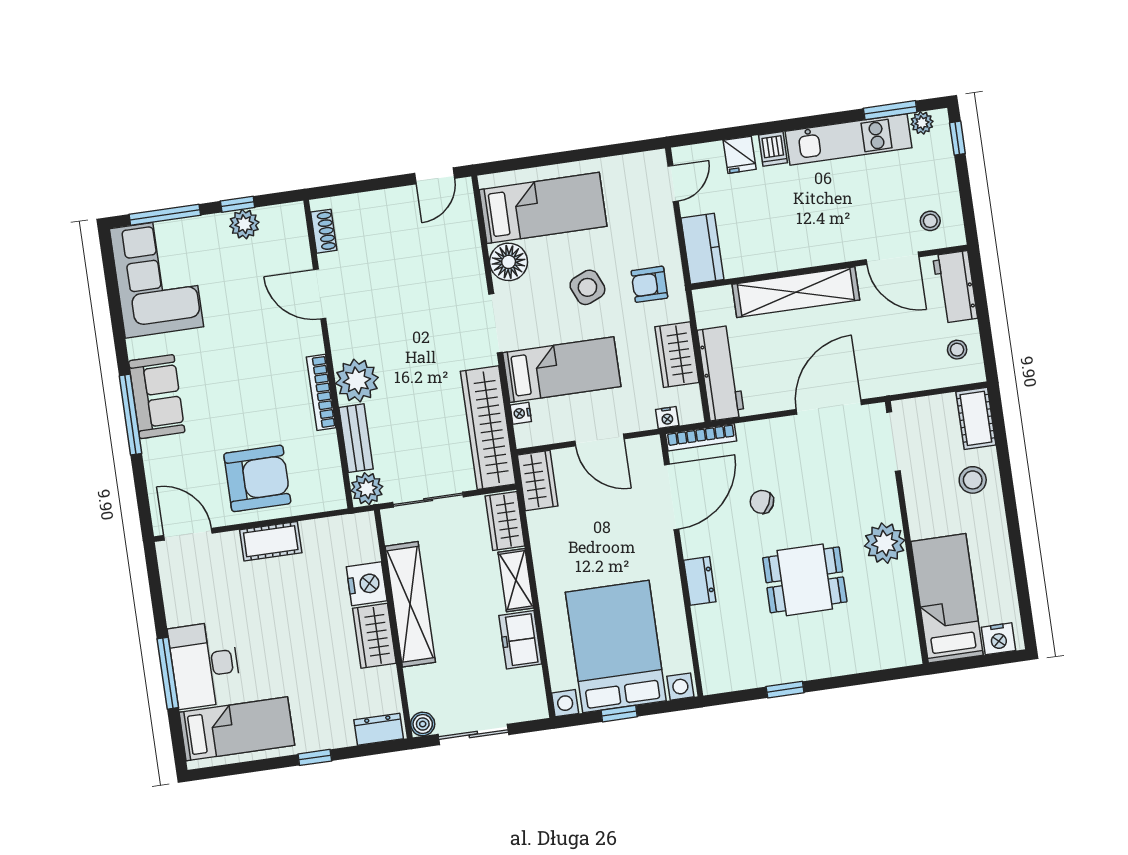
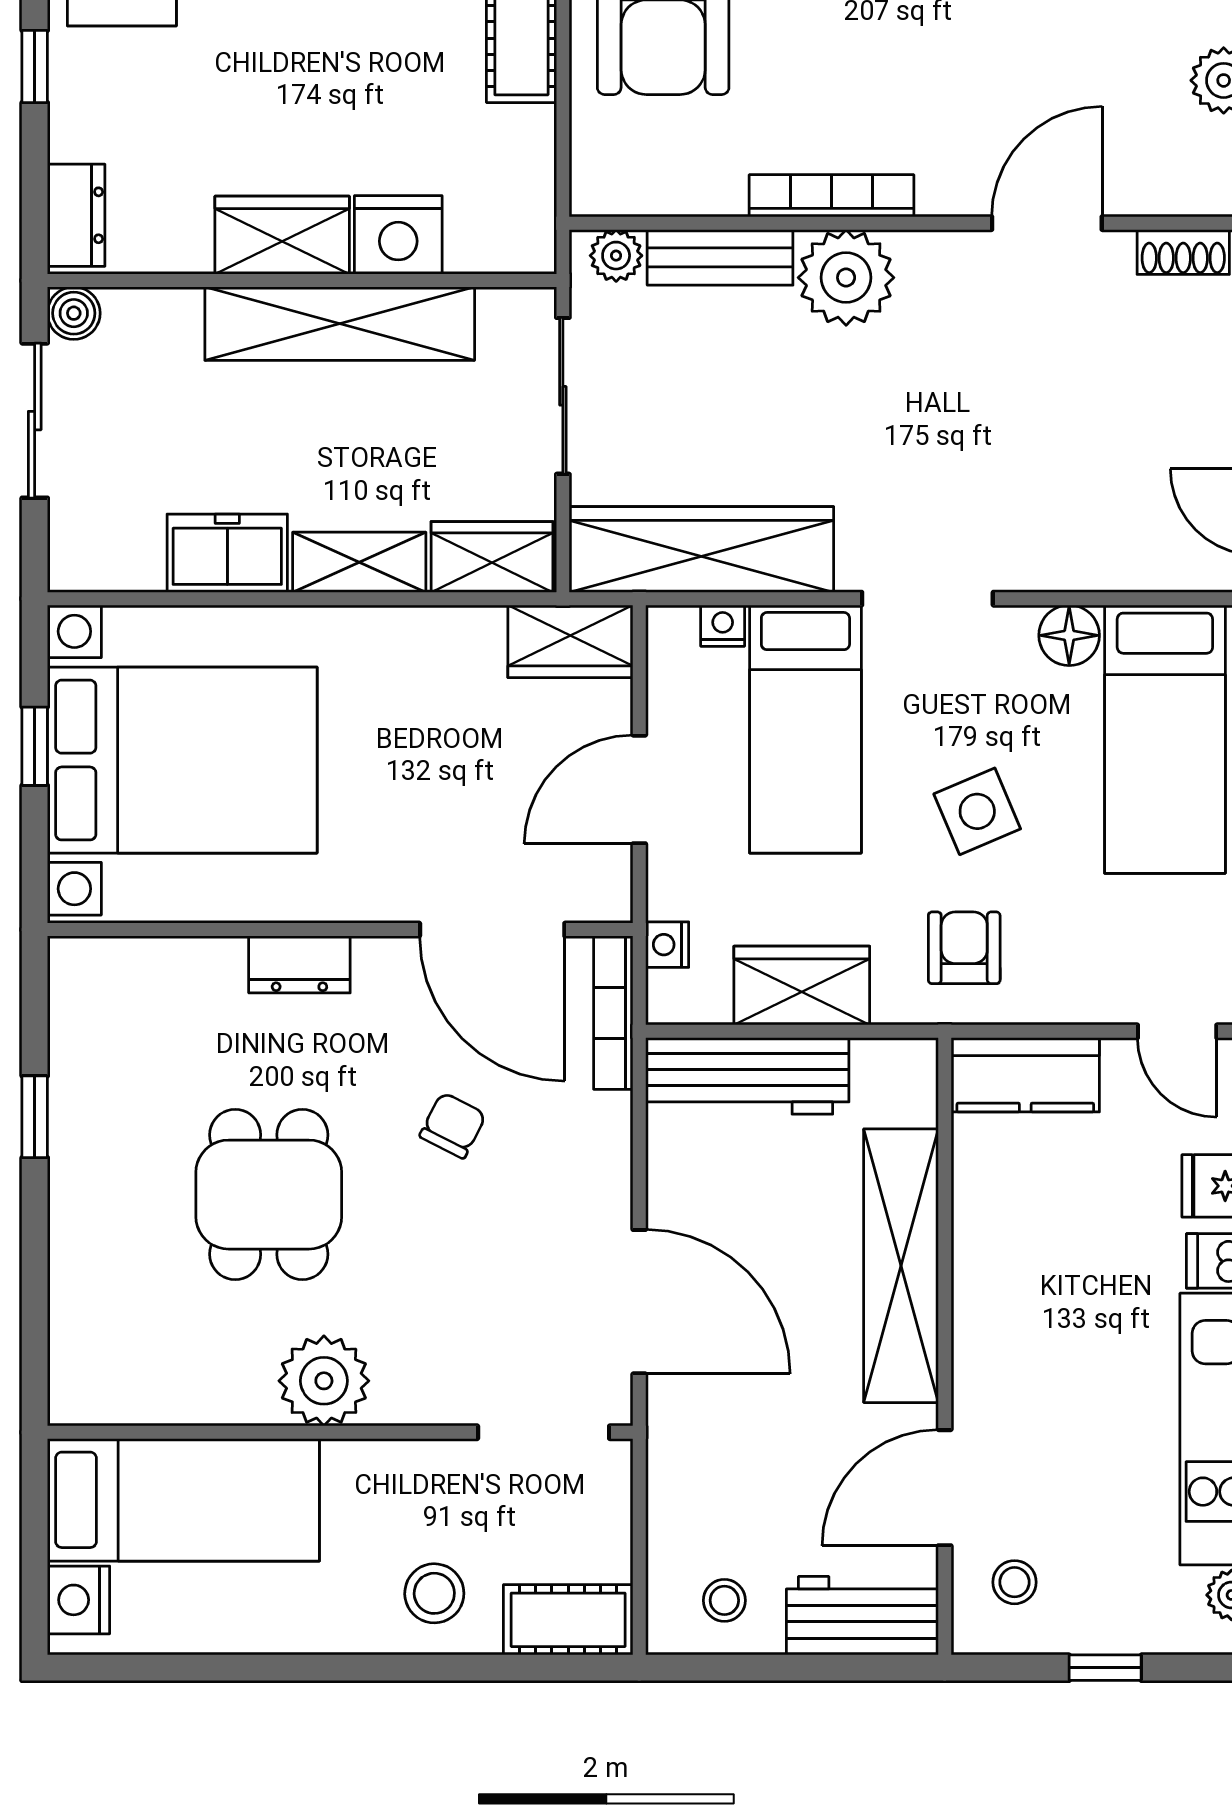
window: (957, 138) -> (1105, 1668), moved
floor lamp: (509, 262) -> (1069, 635), width x0.73, depth x0.73
plant: (367, 489) -> (616, 256), width x0.73, depth x0.73

